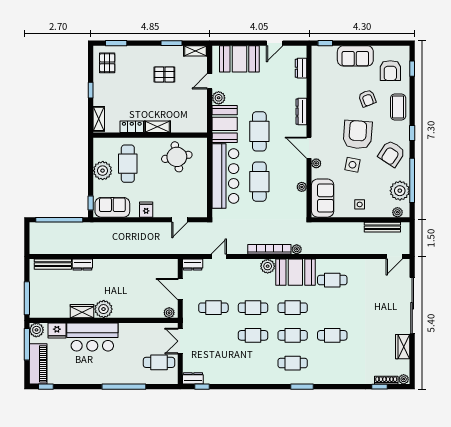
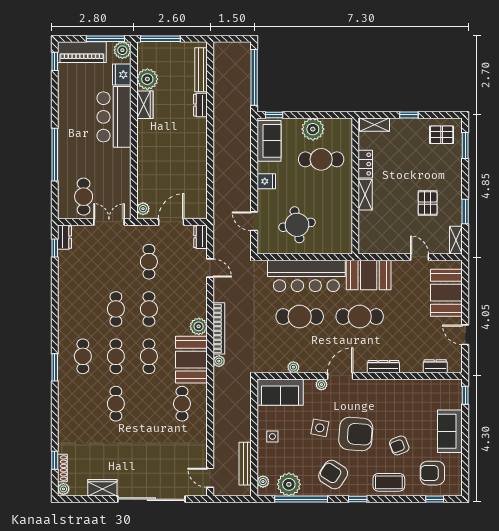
plant: (219, 98) -> (400, 268), removed
round table: (177, 157) -> (297, 225), moved
plant: (104, 309) -> (147, 79), moved

